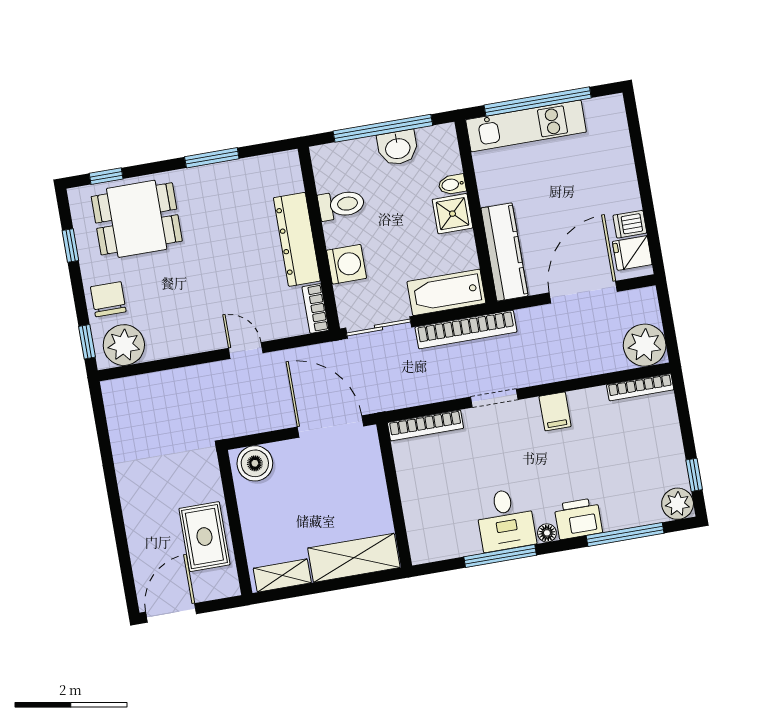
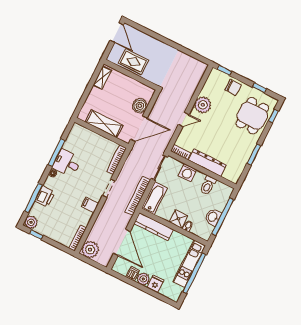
plant: (625, 195) -> (143, 279), added
fridge: (632, 253) -> (155, 284), moved
plant: (124, 345) -> (203, 105), moved
boiler: (255, 463) -> (140, 106), moved
printer: (578, 519) -> (45, 196), moved
shelving: (354, 558) -> (104, 124), moved, turned 90

